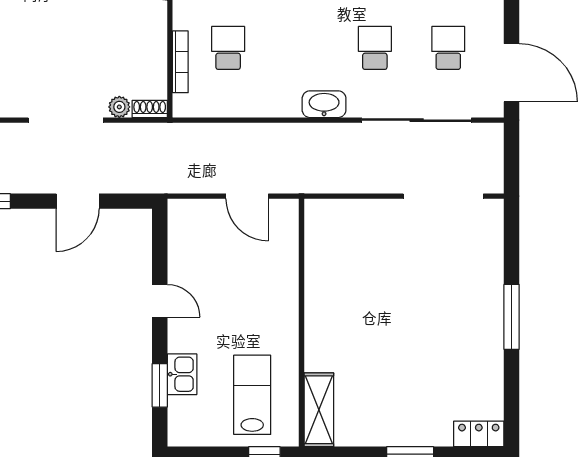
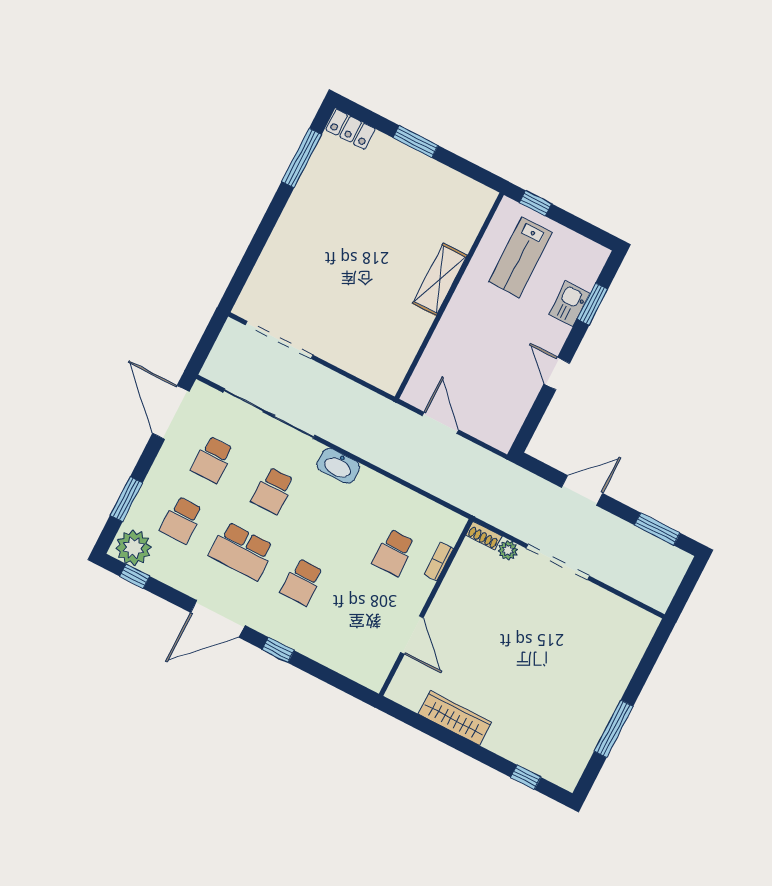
bookcase: (180, 62) -> (439, 562), width x0.64
window: (512, 317) -> (302, 158), moved
shelving: (319, 410) -> (440, 279), moved

